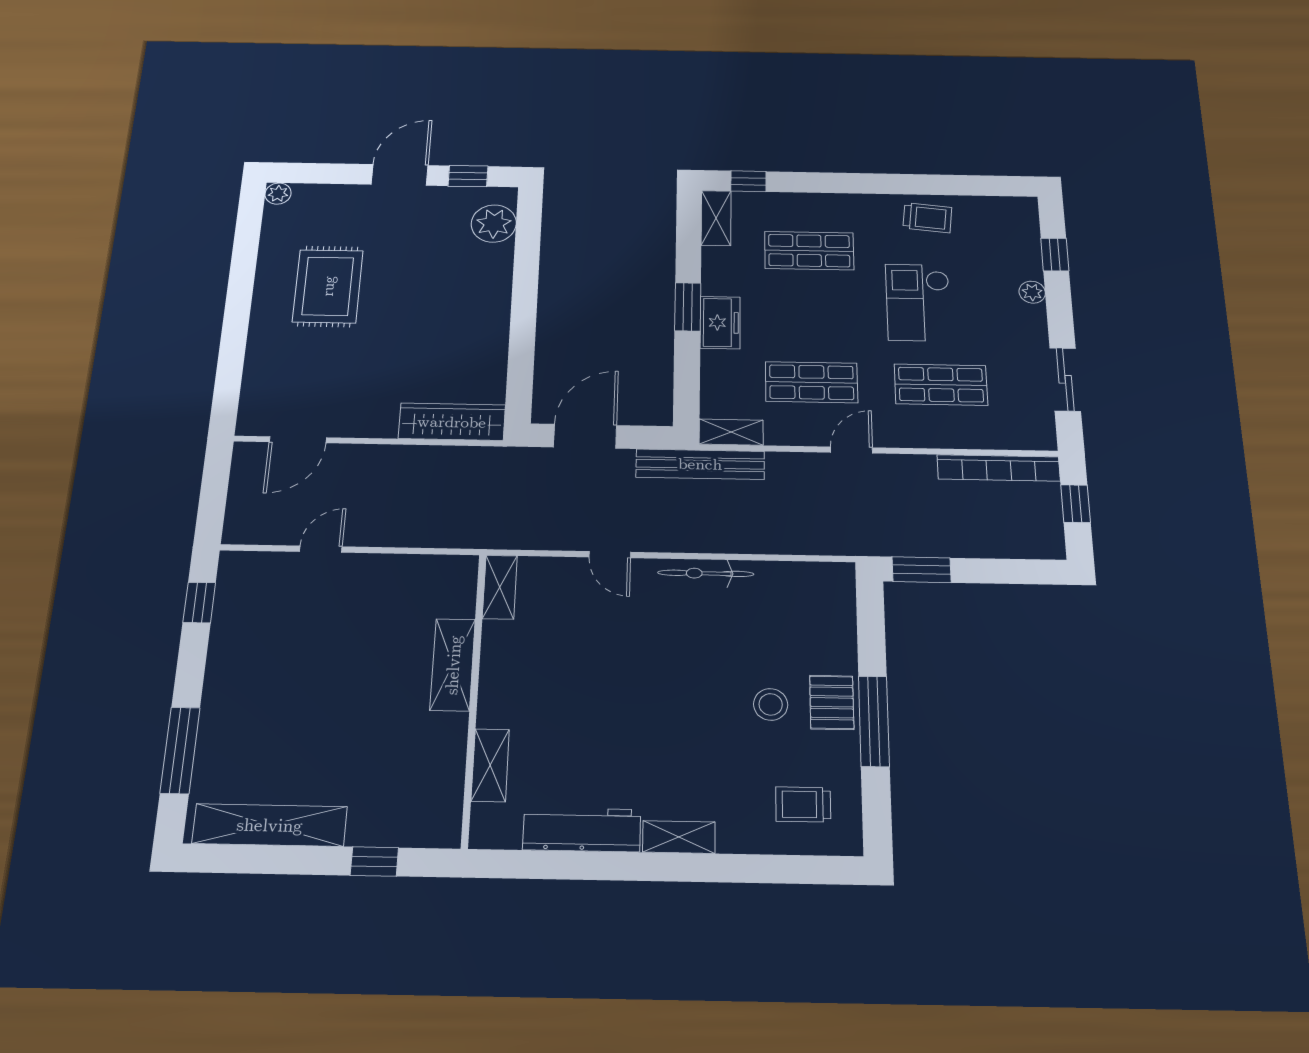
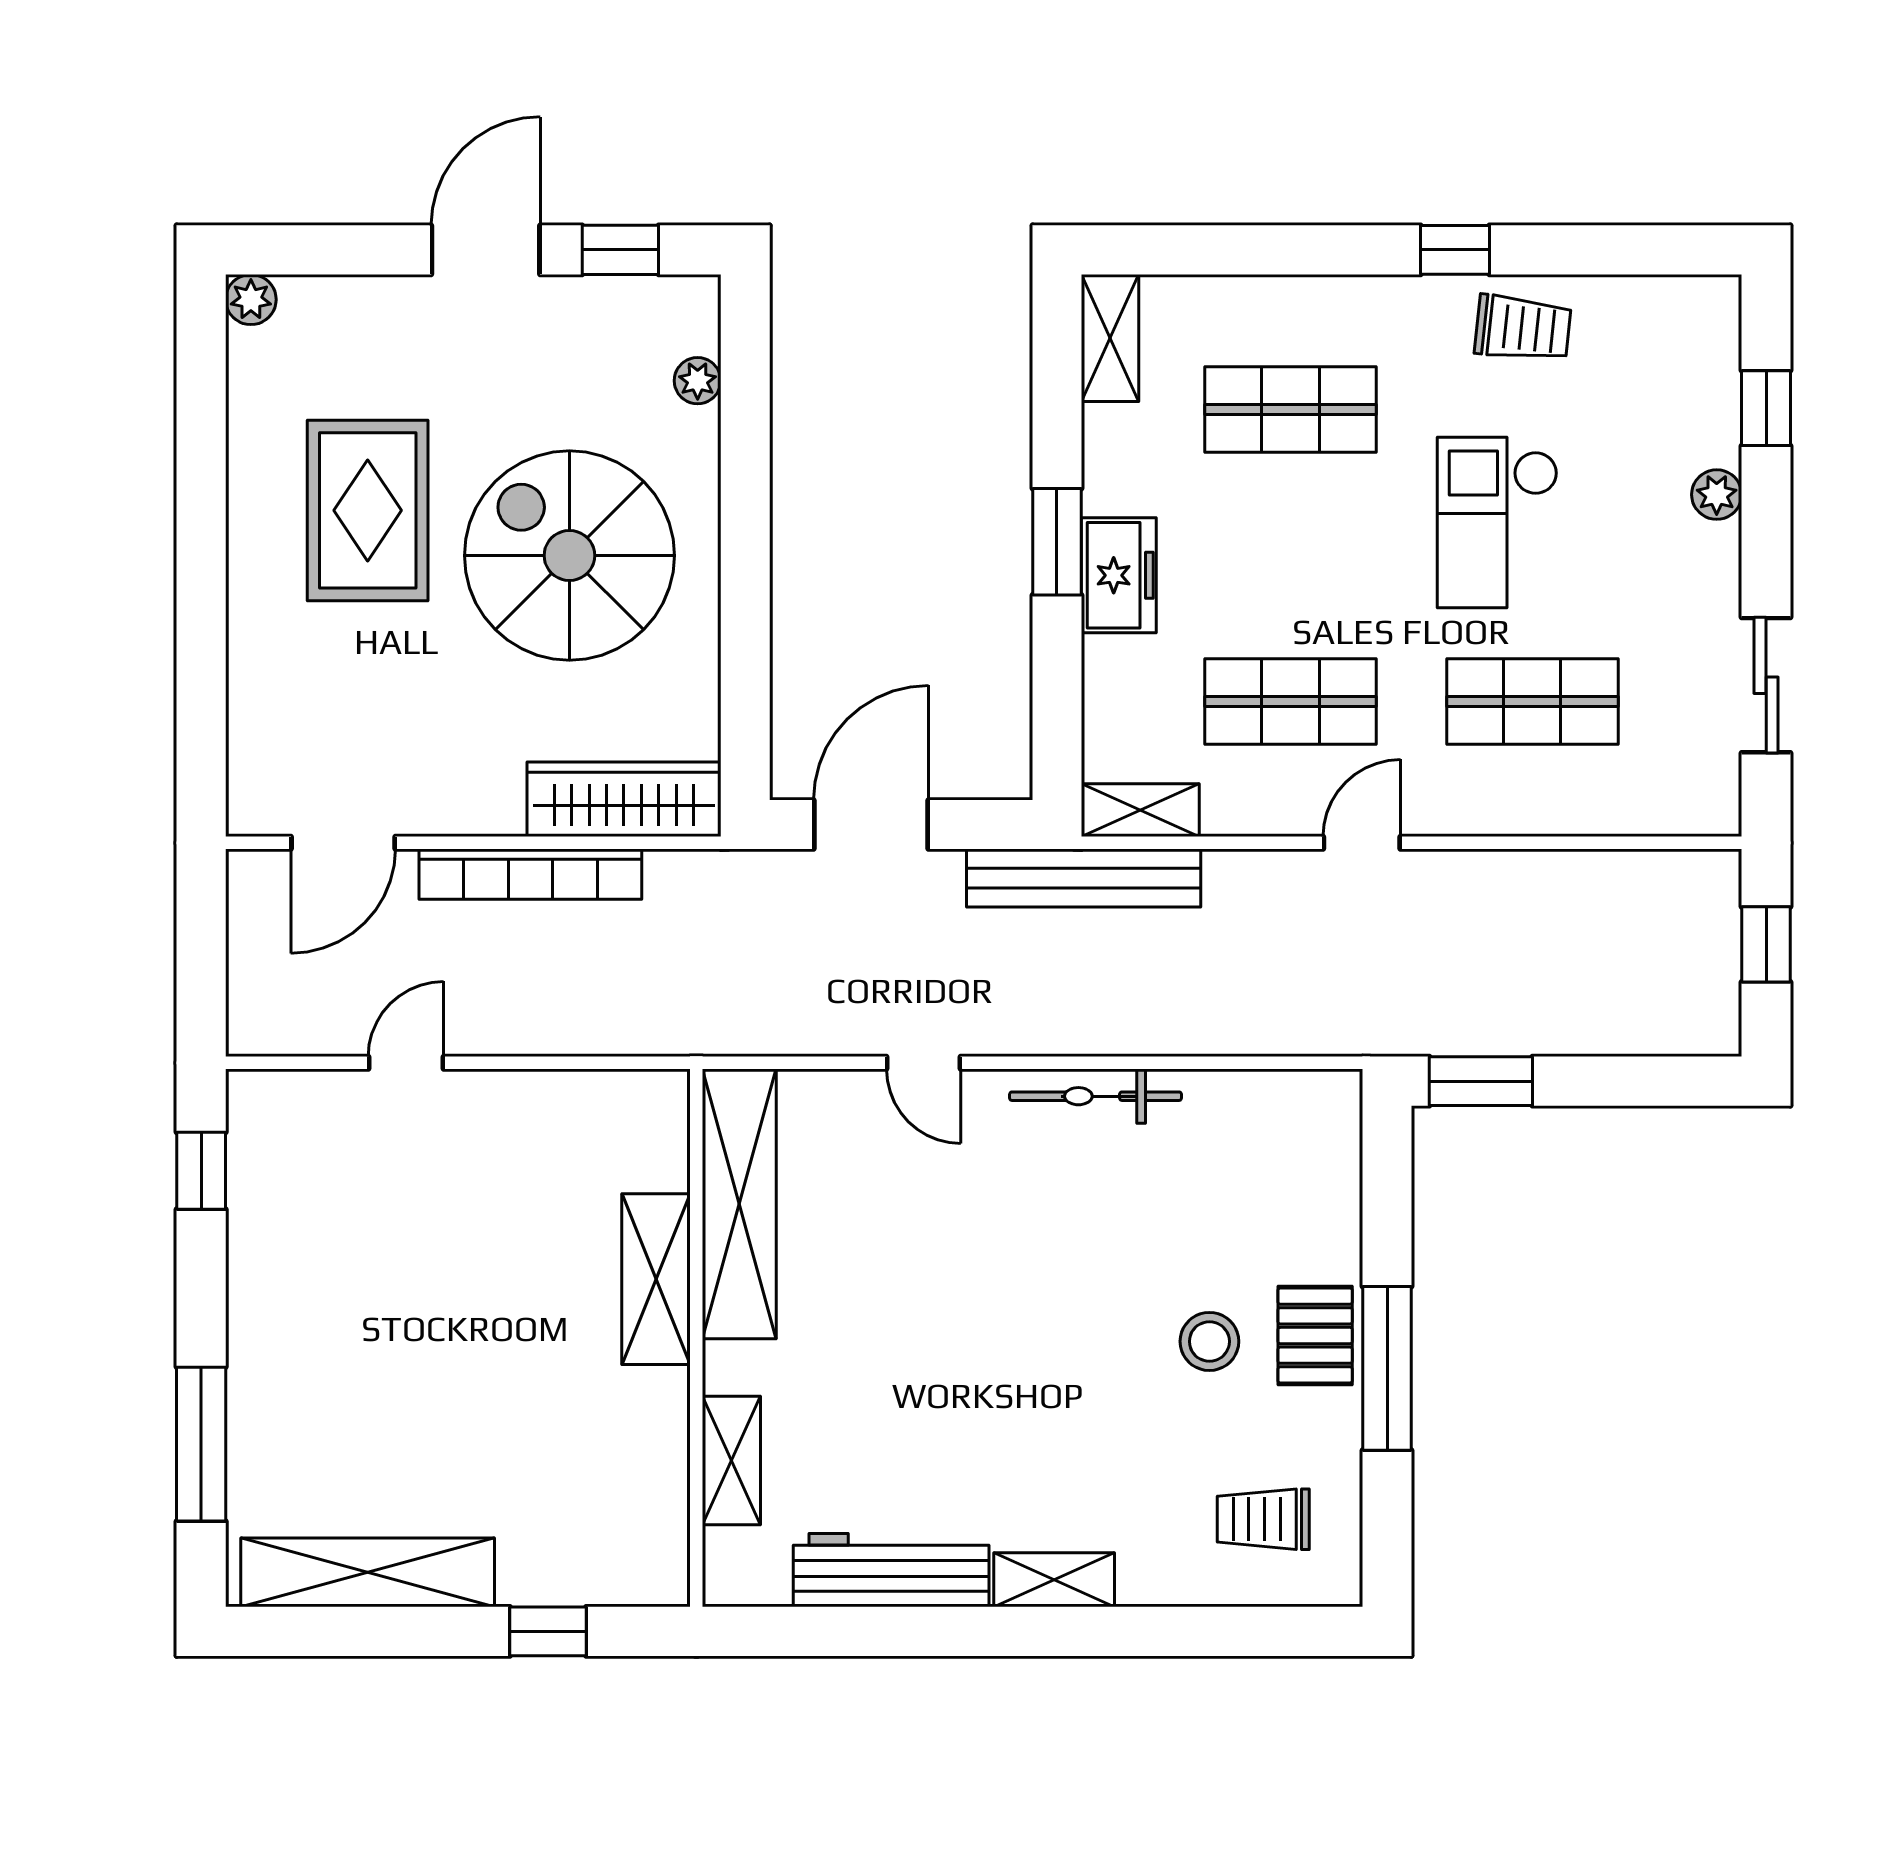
window: (748, 181) -> (1455, 250), moved
plant: (494, 224) -> (698, 381), width x0.53, depth x0.53
spiral stairs: (432, 308) -> (569, 556), added
bookcase: (999, 468) -> (530, 874), moved
shelving: (500, 587) -> (739, 1204), width x2.20, depth x1.33

